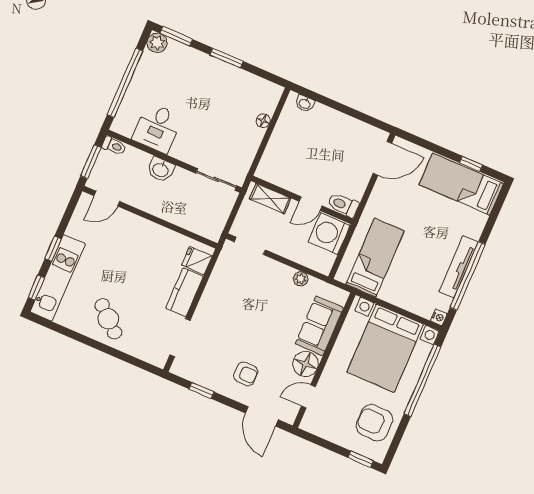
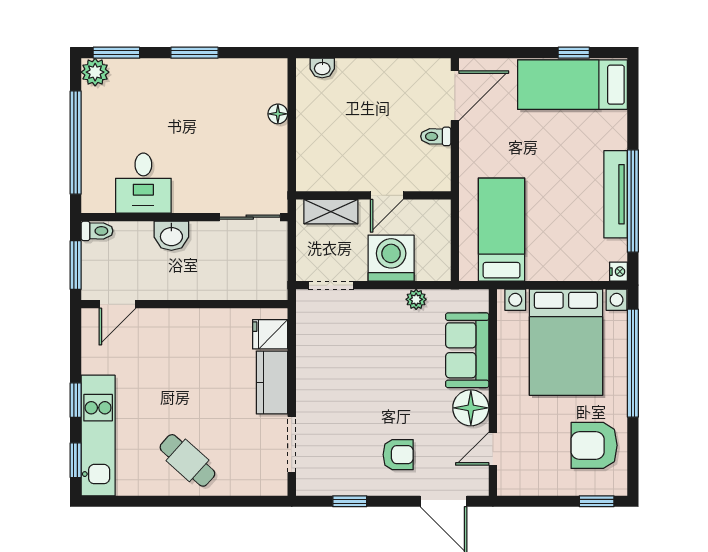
toilet: (343, 205) -> (436, 136), moved, width x0.73, depth x0.72
washing machine: (329, 234) -> (391, 258), moved, turned 90

